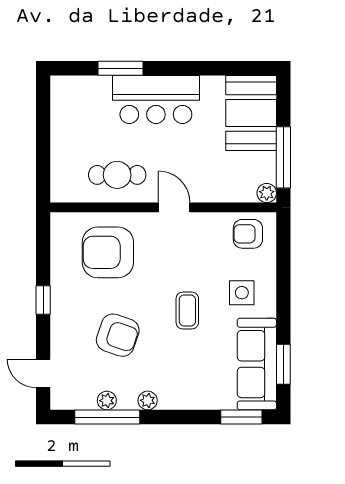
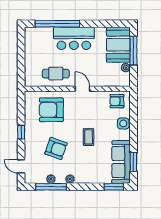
window: (121, 68) -> (57, 24), width x2.11
window: (283, 157) -> (133, 51), moved
plant: (267, 193) -> (126, 68), moved
side table: (242, 293) -> (123, 124), moved

